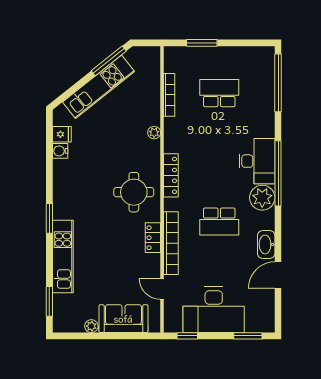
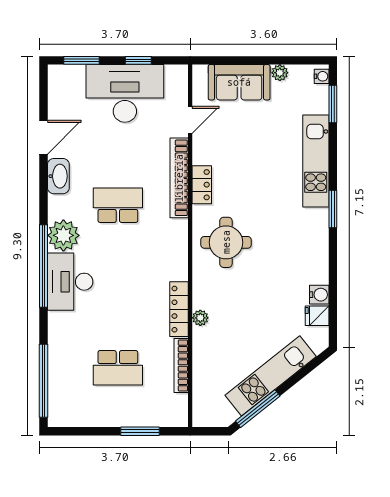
locker: (171, 175) -> (179, 309), moved
door: (162, 289) -> (190, 120), hinge flipped
water cooler: (58, 323) -> (322, 76), added
window: (187, 336) -> (138, 60), moved

